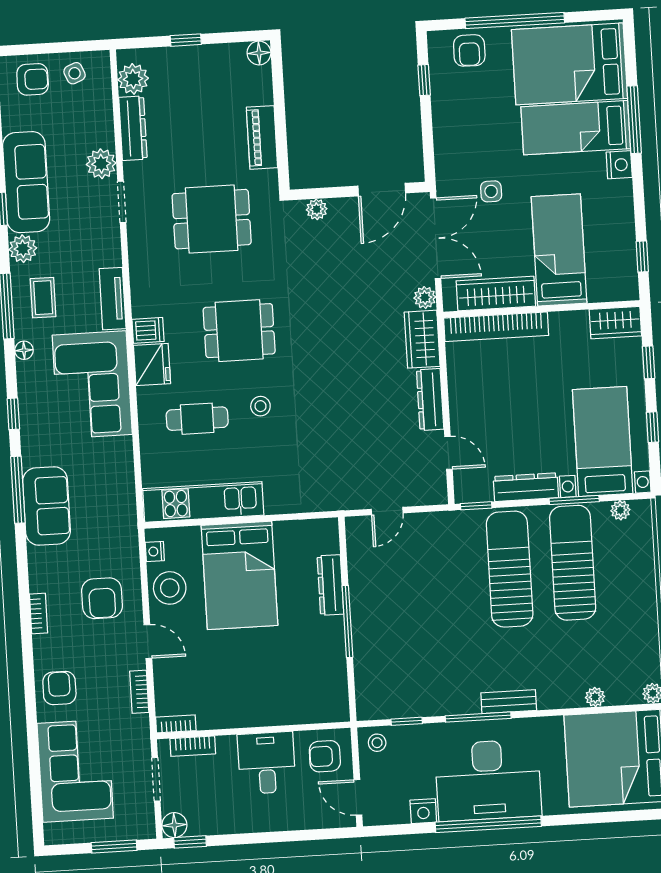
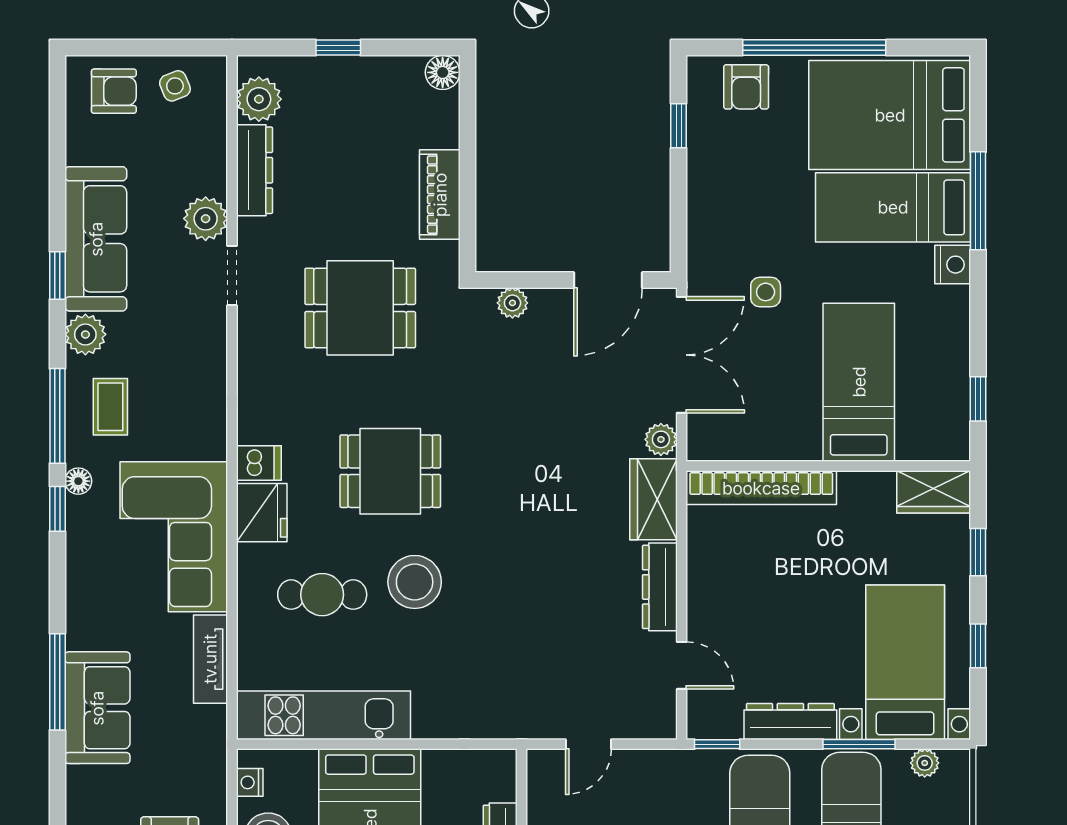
wardrobe: (496, 293) -> (764, 440), removed
tv unit: (113, 299) -> (210, 659), moved
stool: (260, 406) -> (415, 582), width x1.89, depth x1.89
window: (13, 414) -> (57, 509), moved

